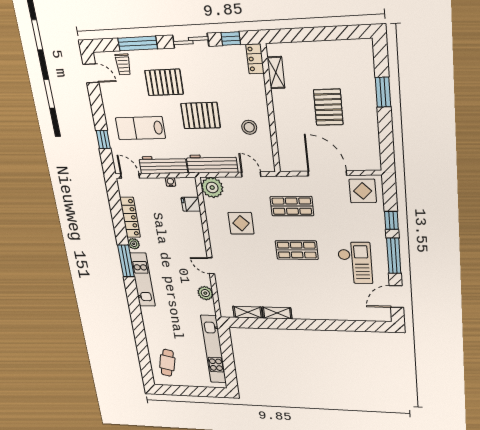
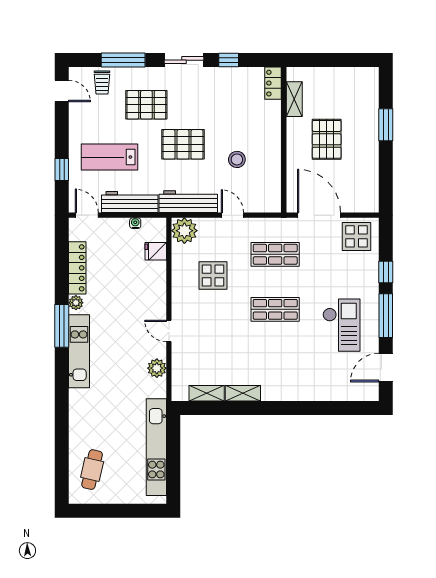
locker: (255, 59) -> (273, 83), moved
shelving: (276, 73) -> (294, 99), moved
wall: (270, 109) -> (284, 140), moved

